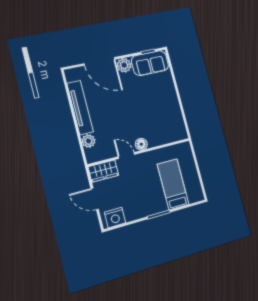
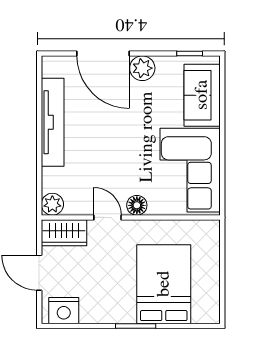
sofa: (150, 63) -> (202, 95), moved, turned 90
corner sofa: (166, 117) -> (190, 170), added
plant: (88, 141) -> (52, 204), moved
bed: (173, 184) -> (164, 284), width x1.50

